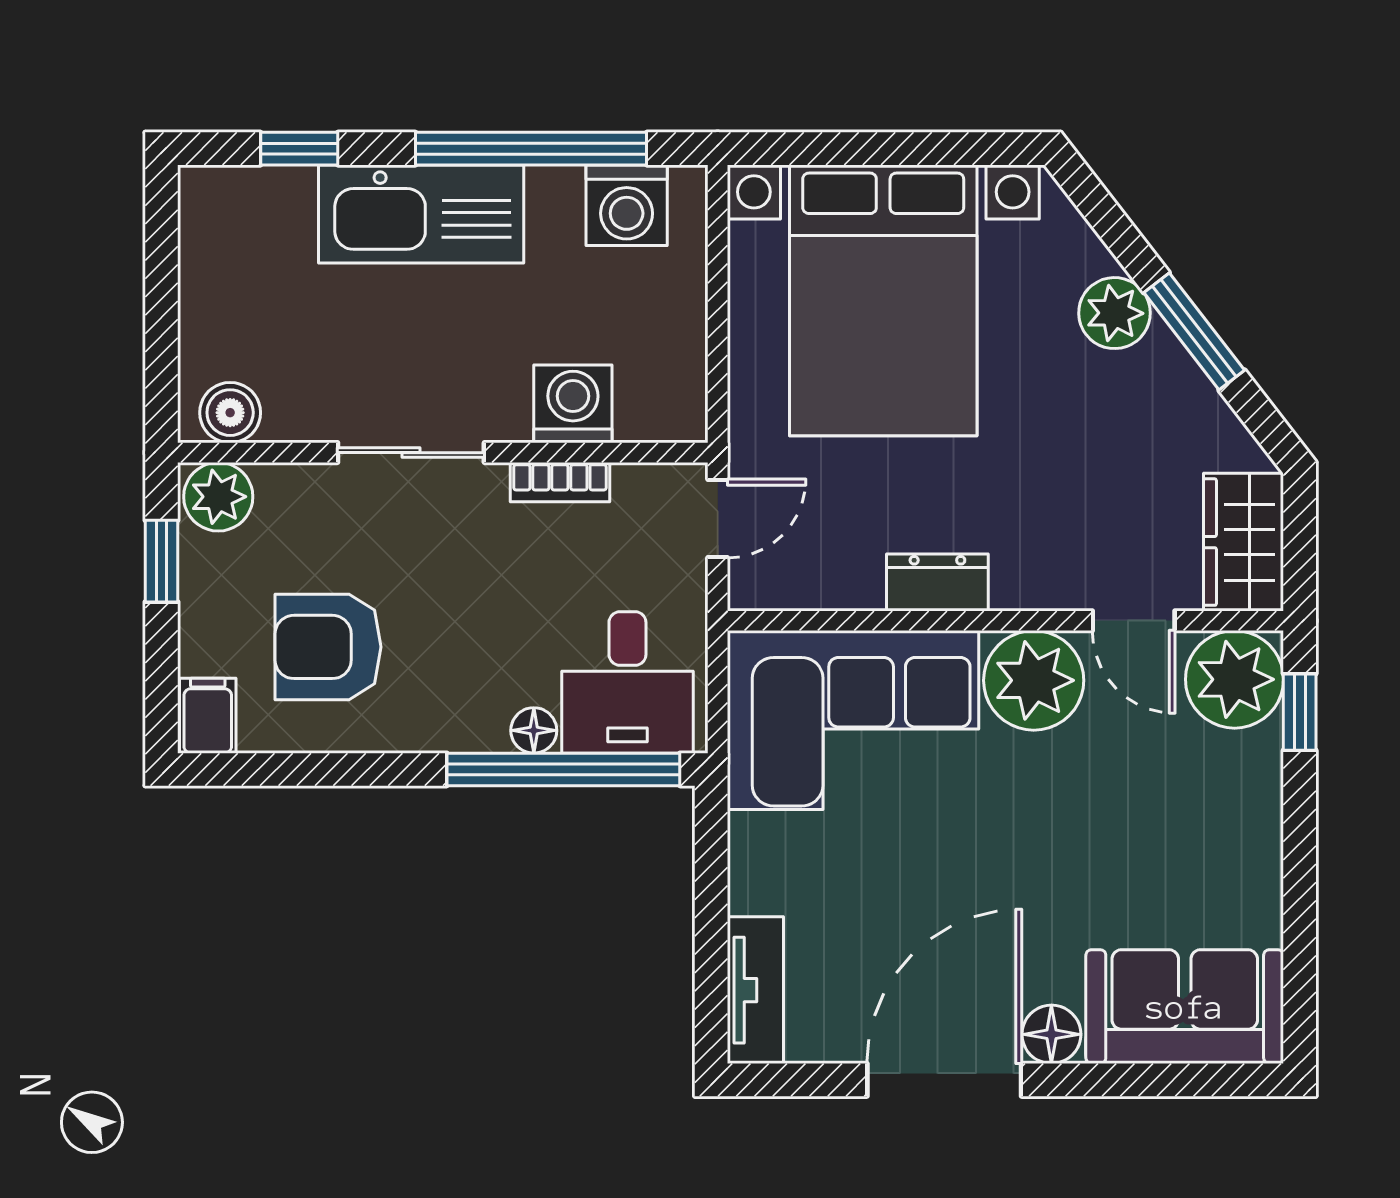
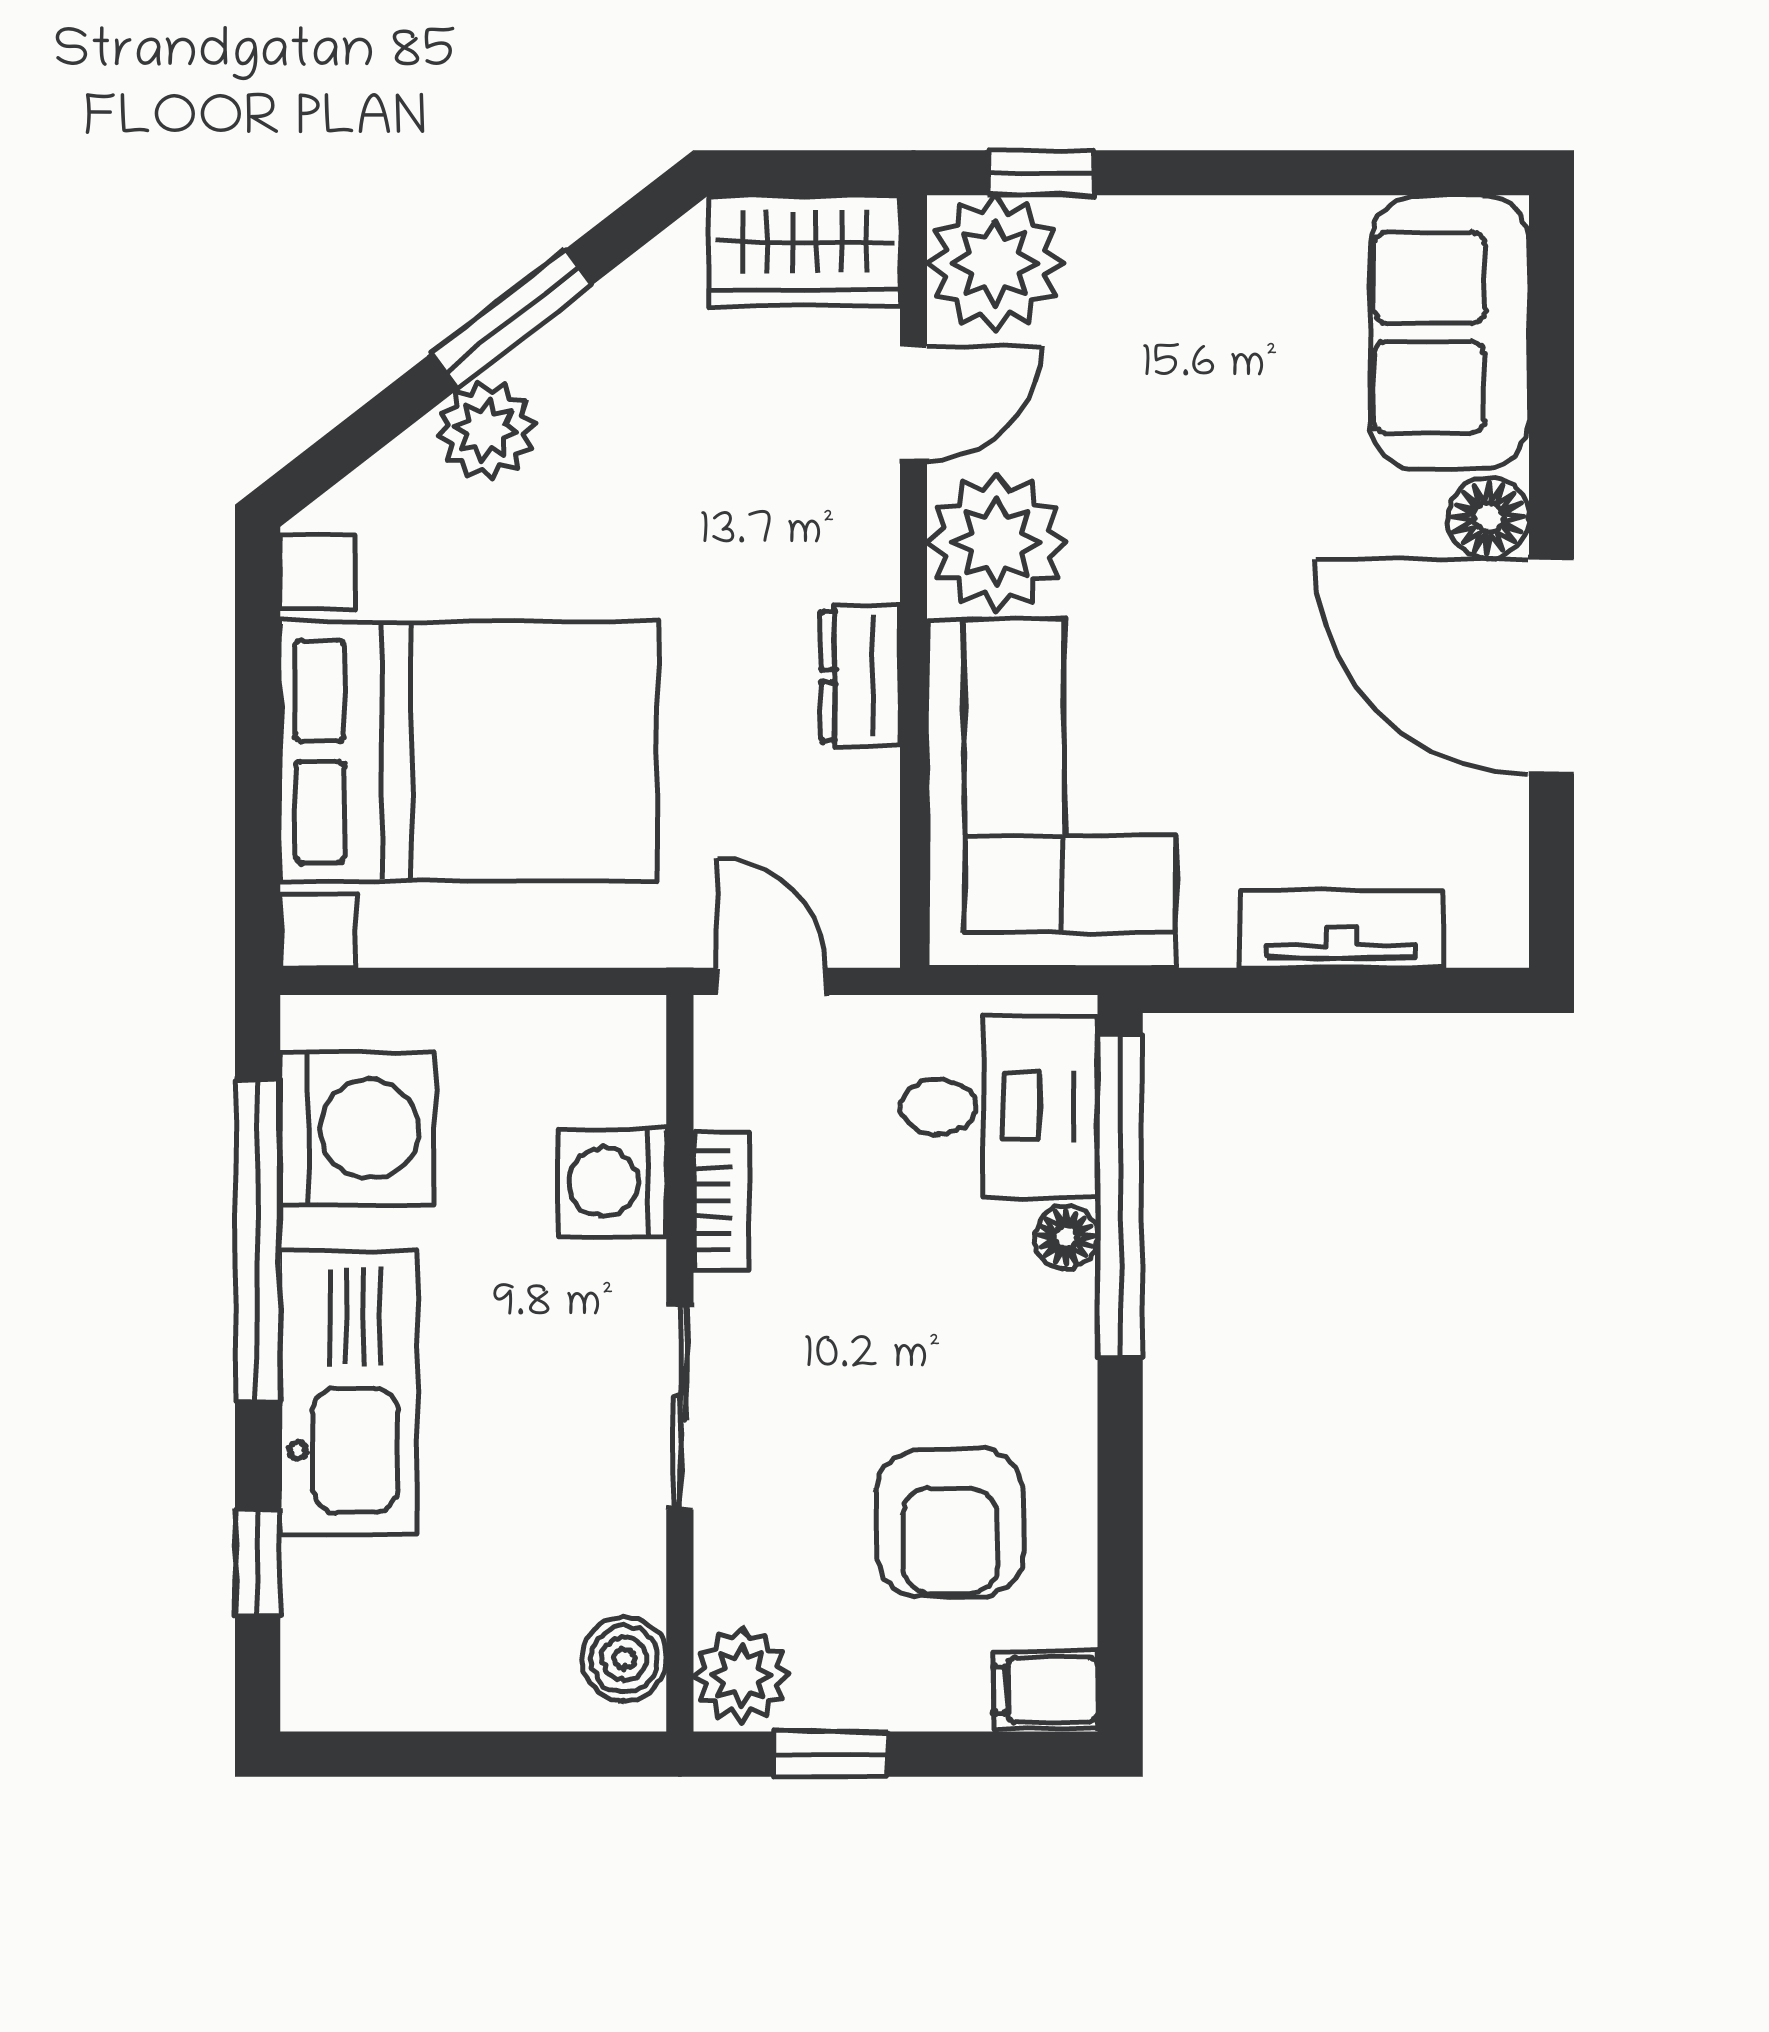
washing machine: (627, 205) -> (357, 1129), width x1.37, depth x1.37
tv unit: (755, 990) -> (1342, 929), moved

